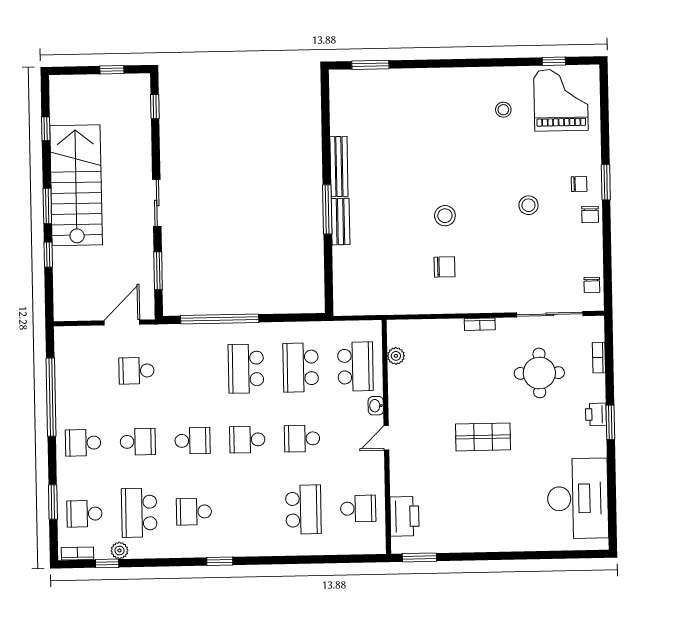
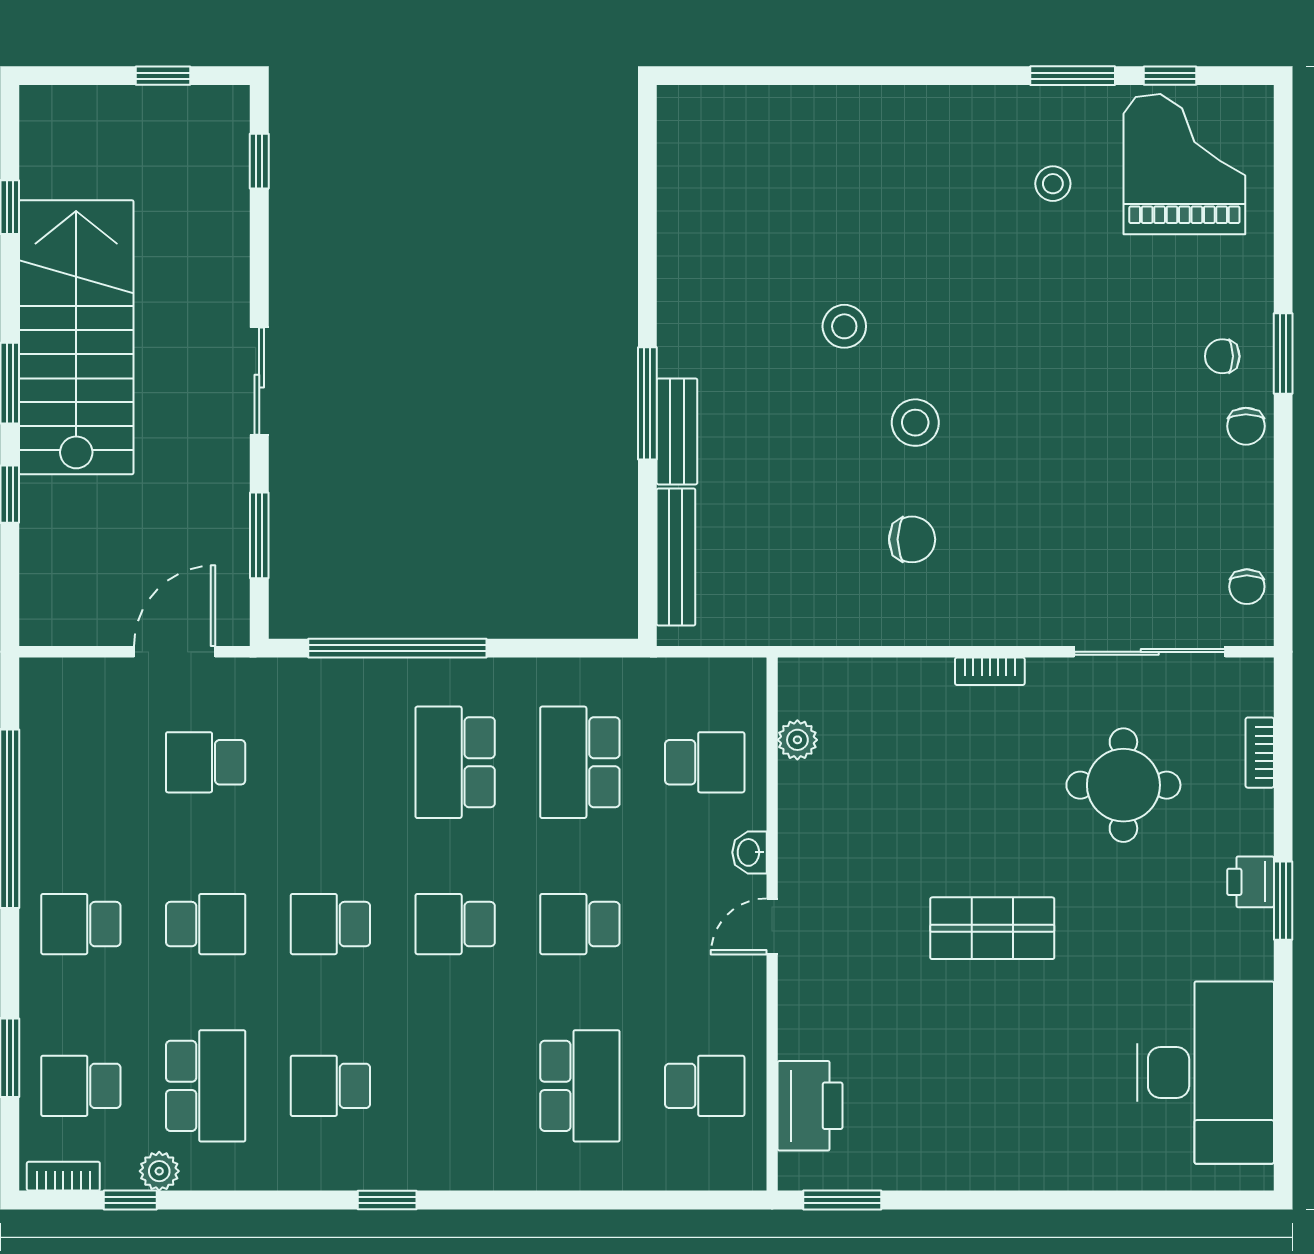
window: (370, 65) -> (1073, 76), moved
bench: (339, 167) -> (676, 557), moved
chair: (579, 184) -> (1222, 356), turned 180
stool: (529, 205) -> (844, 326), moved
school desk: (355, 366) -> (705, 762), width x0.54
school desk: (193, 441) -> (330, 924), turned 180
school desk: (139, 513) -> (206, 1086), turned 180

